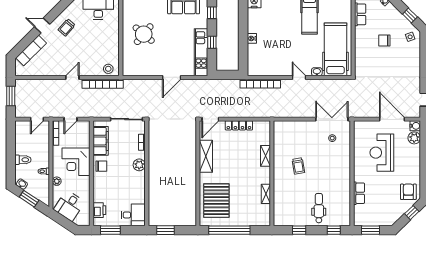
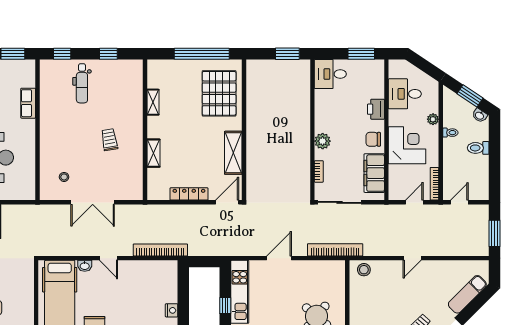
bookcase: (103, 84) -> (335, 250), moved
double door: (332, 119) -> (93, 202), moved
desk: (69, 206) -> (405, 94), moved, turned -124
printer: (99, 210) -> (376, 109), moved

